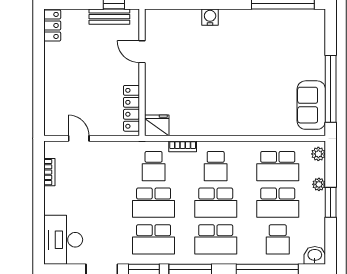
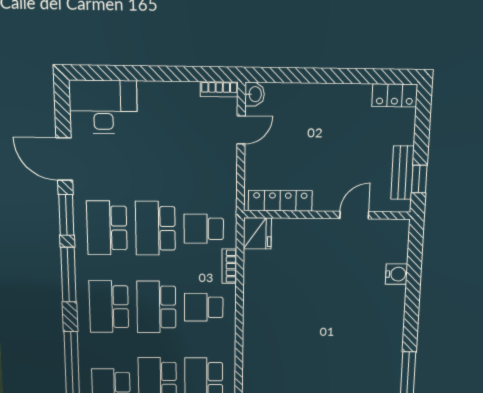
water cooler: (210, 17) -> (397, 274), moved
washbasin: (53, 129) -> (255, 94), added
bookcase: (49, 172) -> (219, 89), moved

